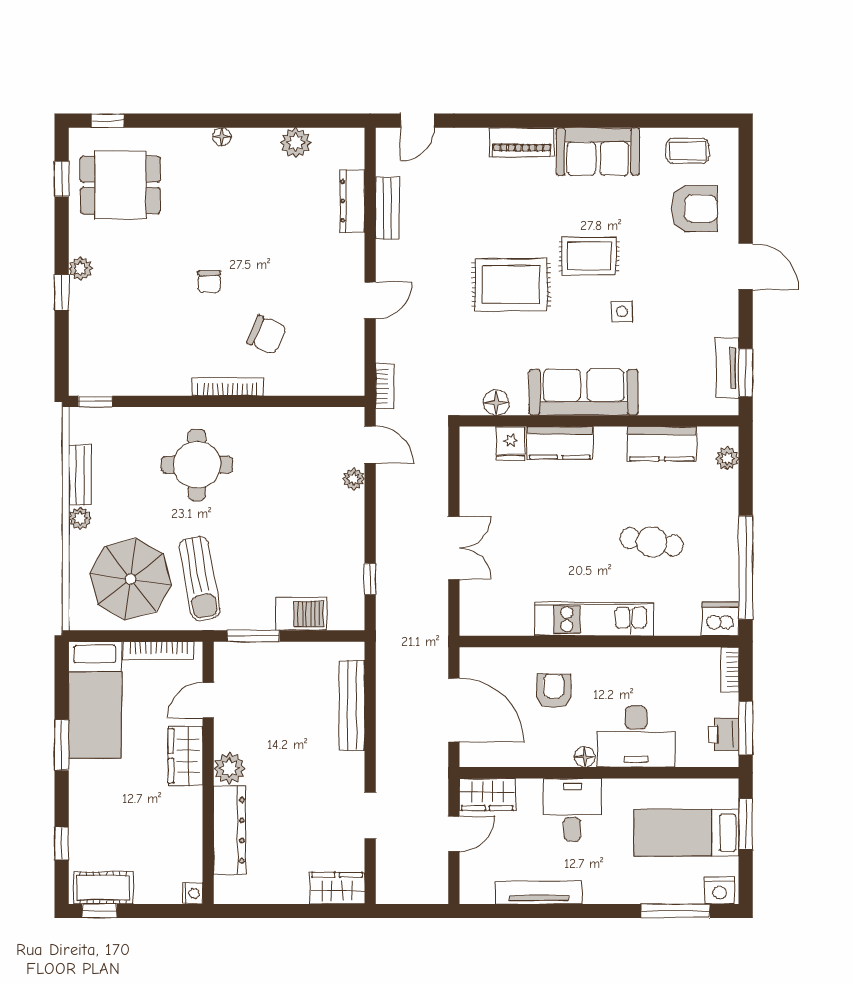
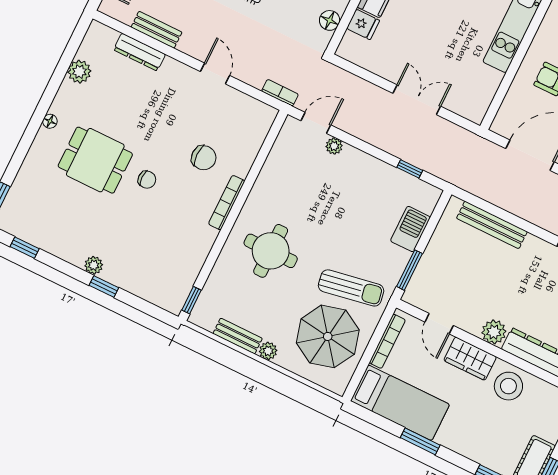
dining table: (120, 185) -> (95, 160), moved, turned 90
chair: (267, 335) -> (204, 158), turned 67
stool: (175, 816) -> (508, 386), added

